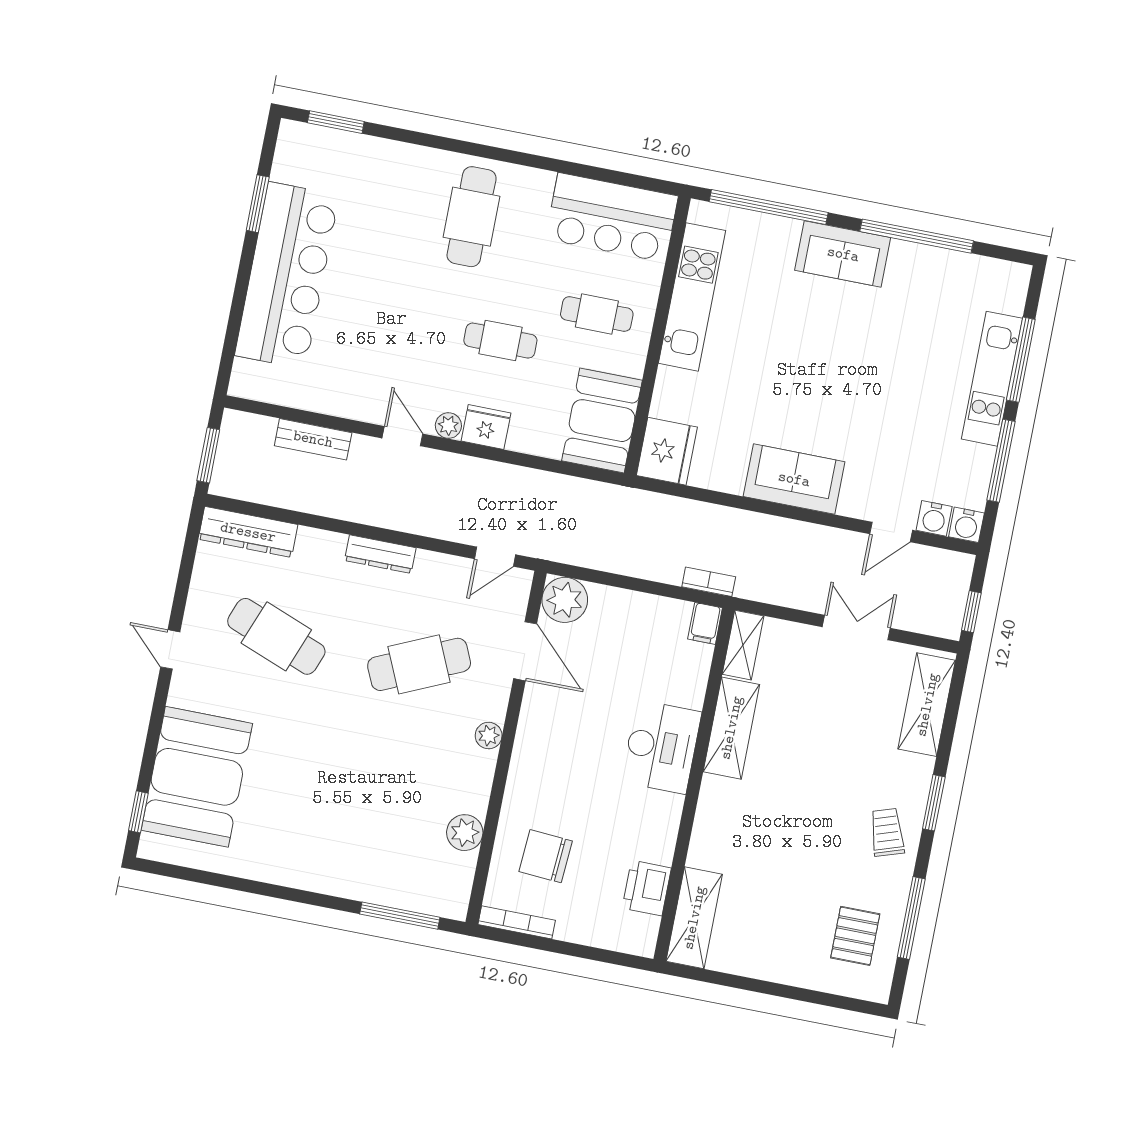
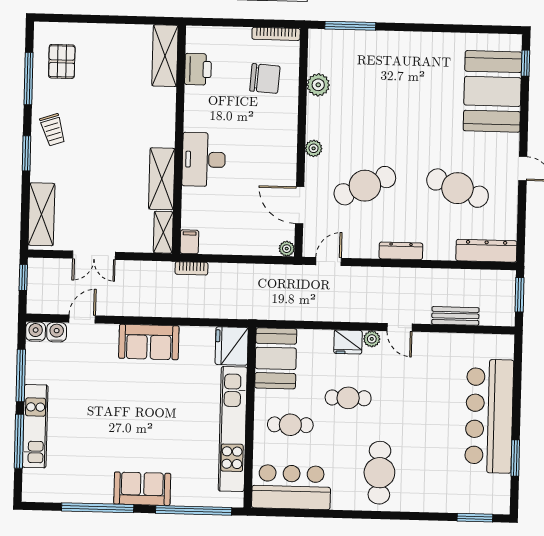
kitchen unit: (692, 297) -> (233, 429), width x1.36
plant: (565, 600) -> (287, 249), width x0.53, depth x0.53

